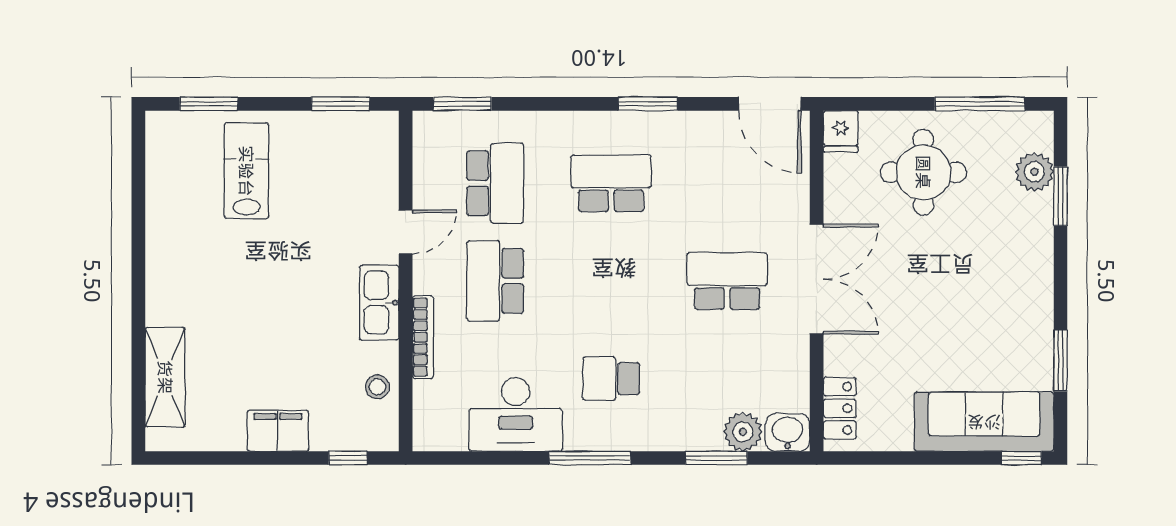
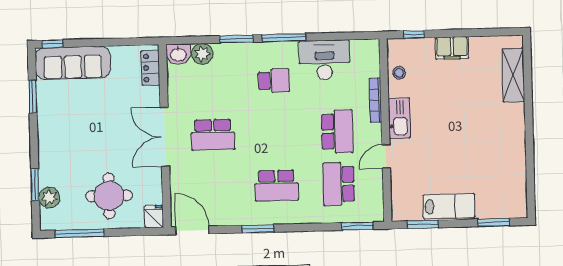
lab bench: (246, 171) -> (449, 206), moved, turned -90
window: (716, 458) -> (236, 39), moved

